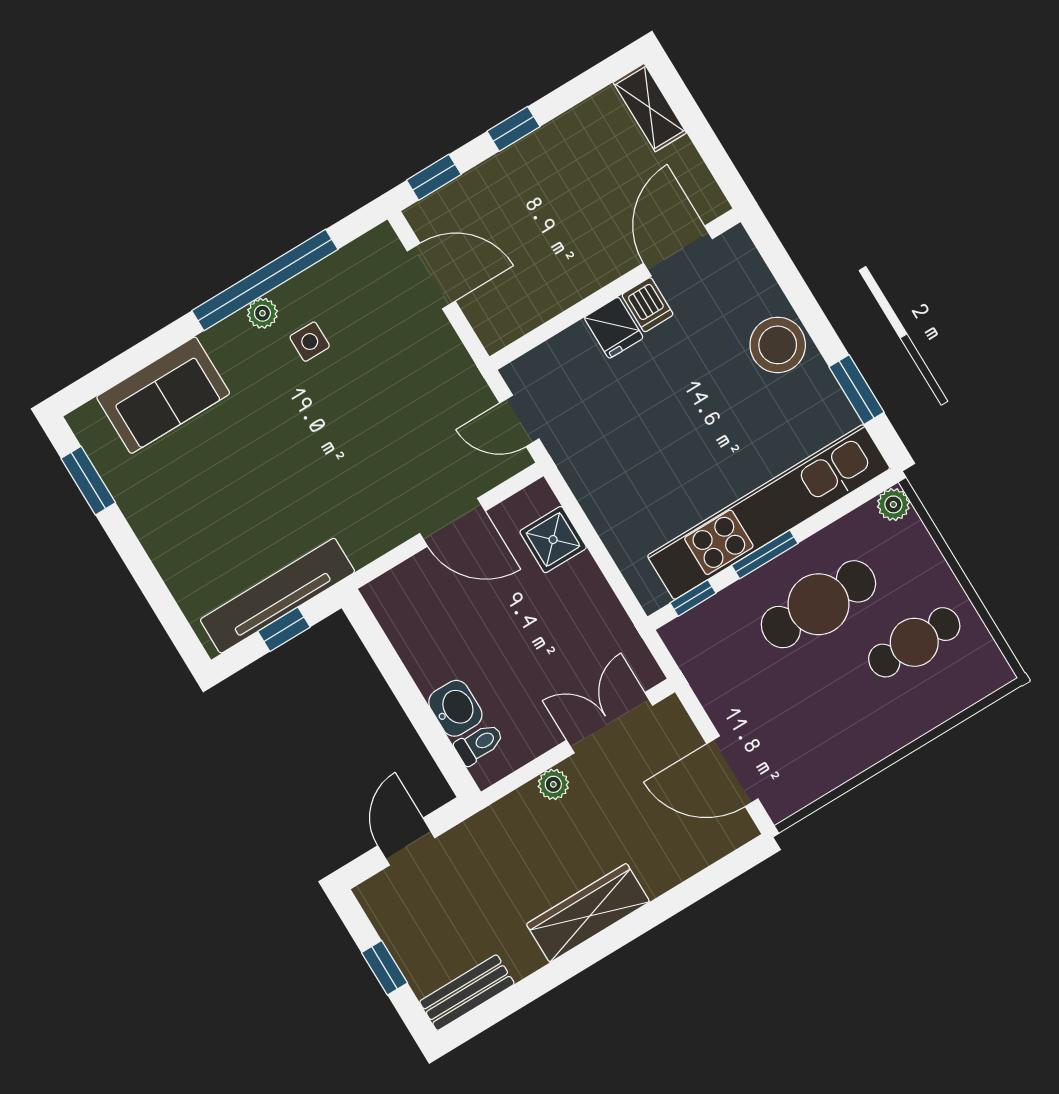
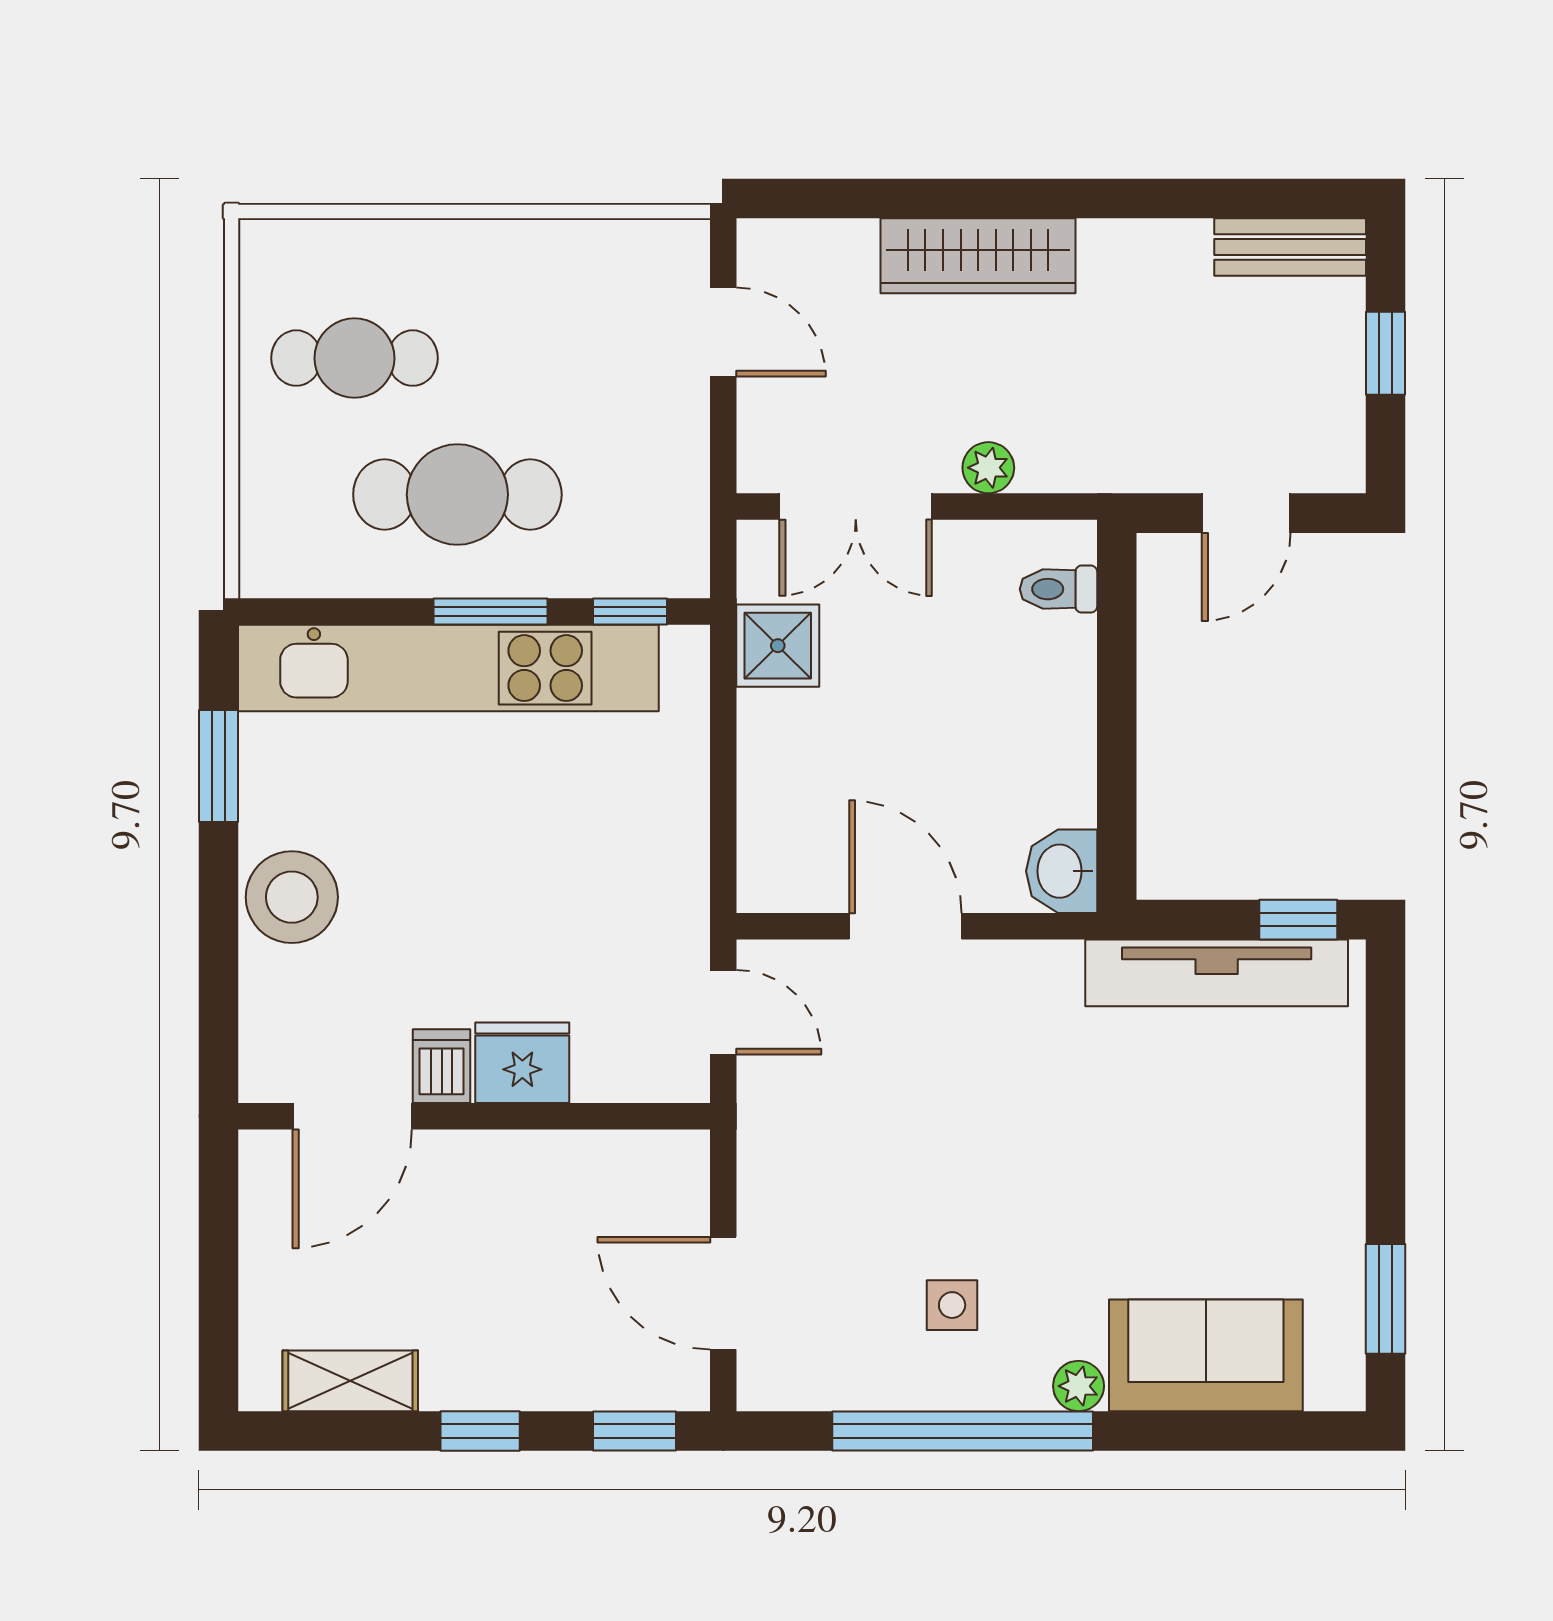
shelving: (650, 108) -> (350, 1381), moved, turned 90
plant: (262, 313) -> (1079, 1386), moved
fridge: (614, 328) -> (522, 1063), width x1.38
plant: (893, 504) -> (265, 571), removed
shower: (553, 540) -> (778, 646), moved
window: (284, 629) -> (1298, 920), moved
washbasin: (455, 708) -> (1062, 871), moved
door: (732, 771) -> (723, 332), width x0.73
wardrobe: (588, 913) -> (978, 256), moved

